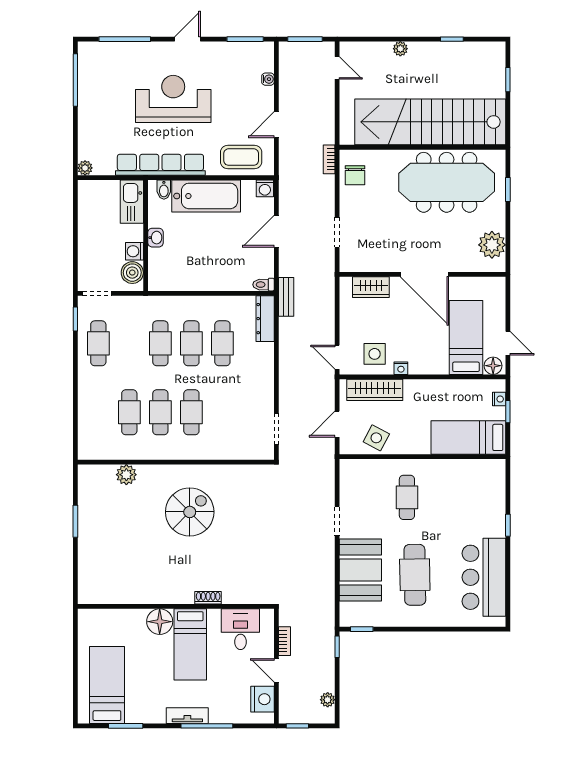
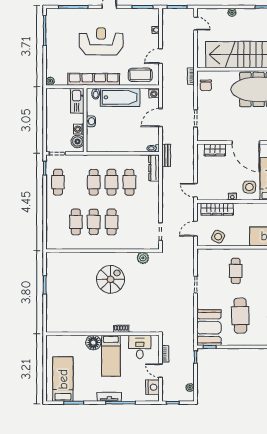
side table: (375, 354) -> (249, 187), moved
plant: (126, 475) -> (143, 258), moved
booth: (360, 570) -> (209, 328), moved

